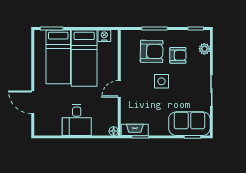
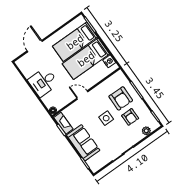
sofa: (189, 124) -> (83, 143), moved

